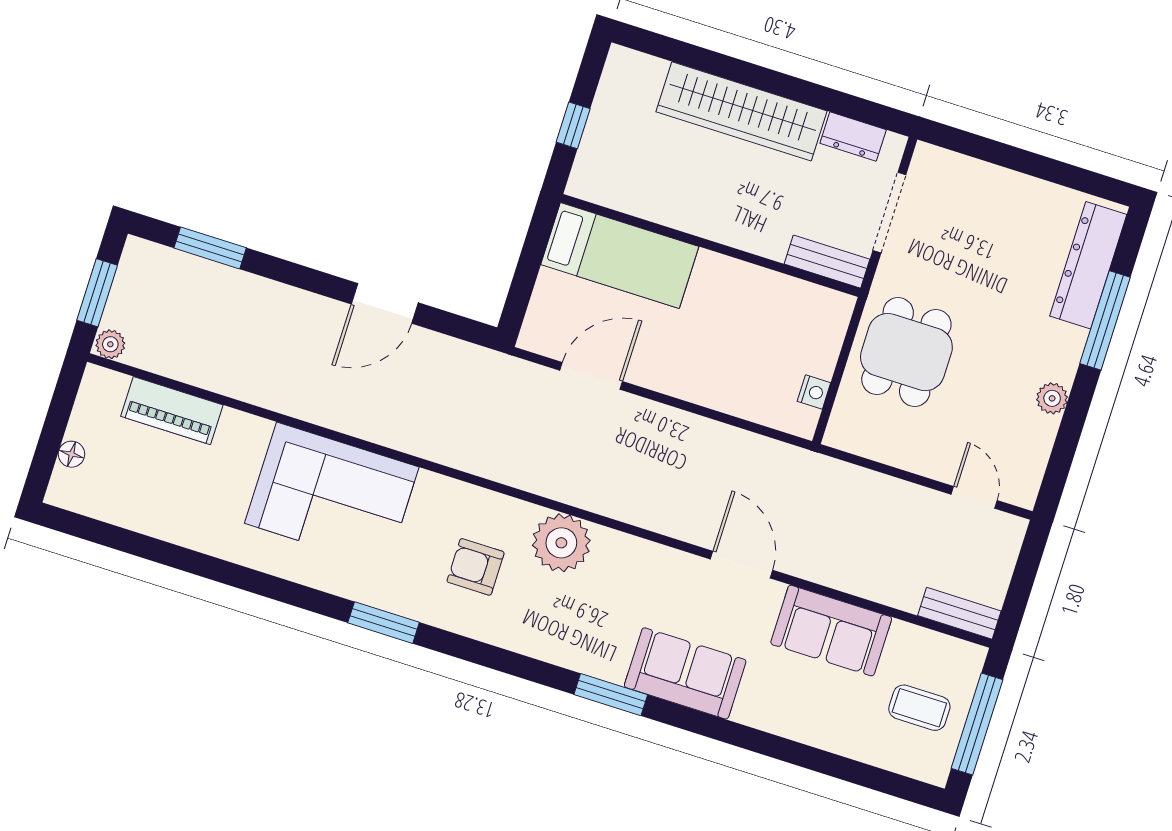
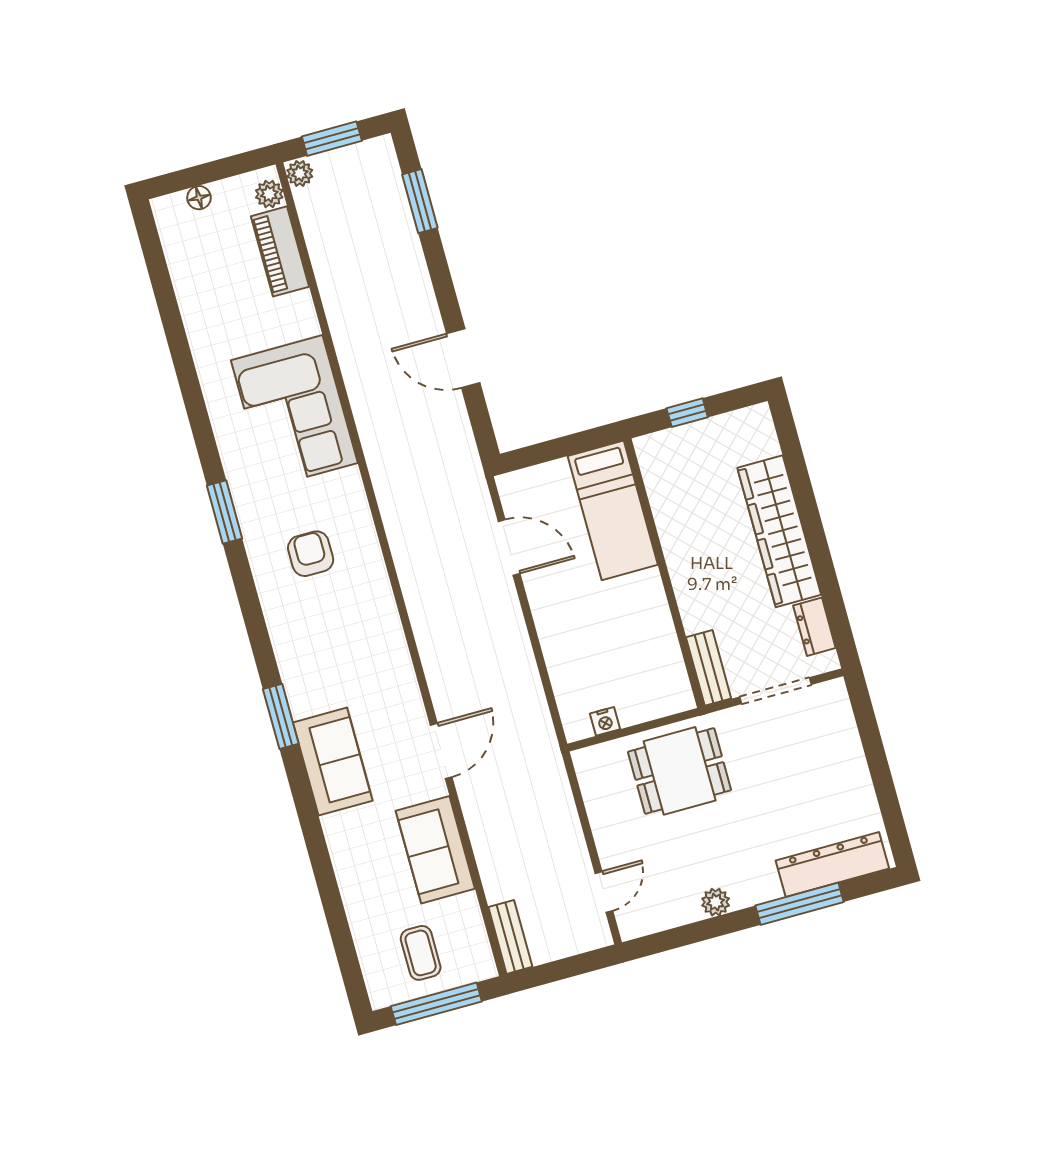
plant: (561, 543) -> (269, 194), moved, width x0.53, depth x0.53

